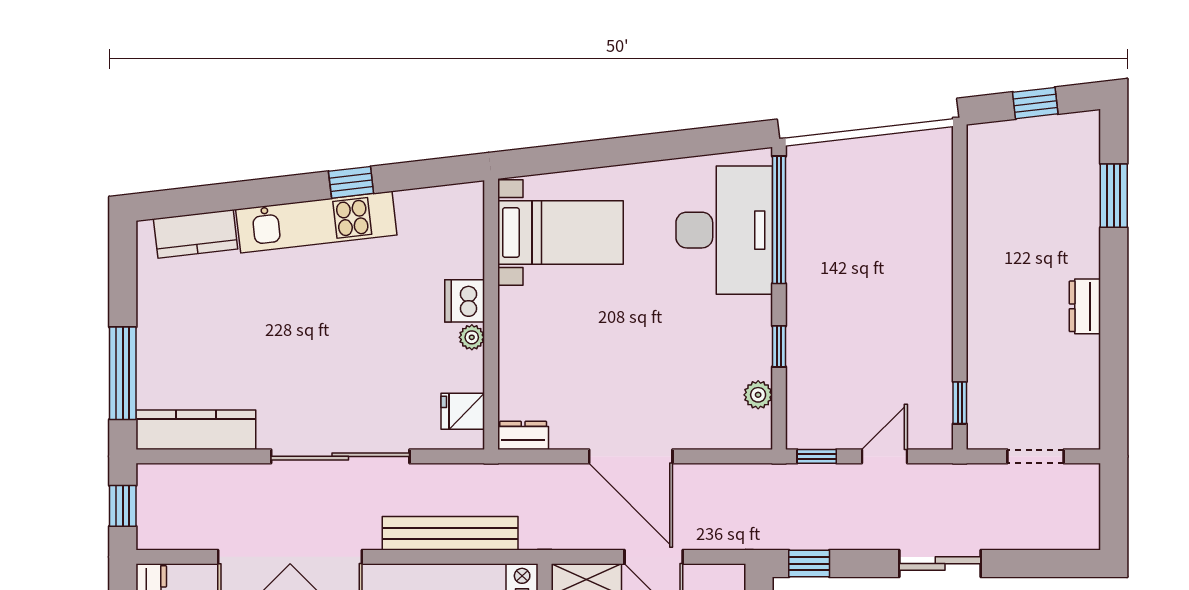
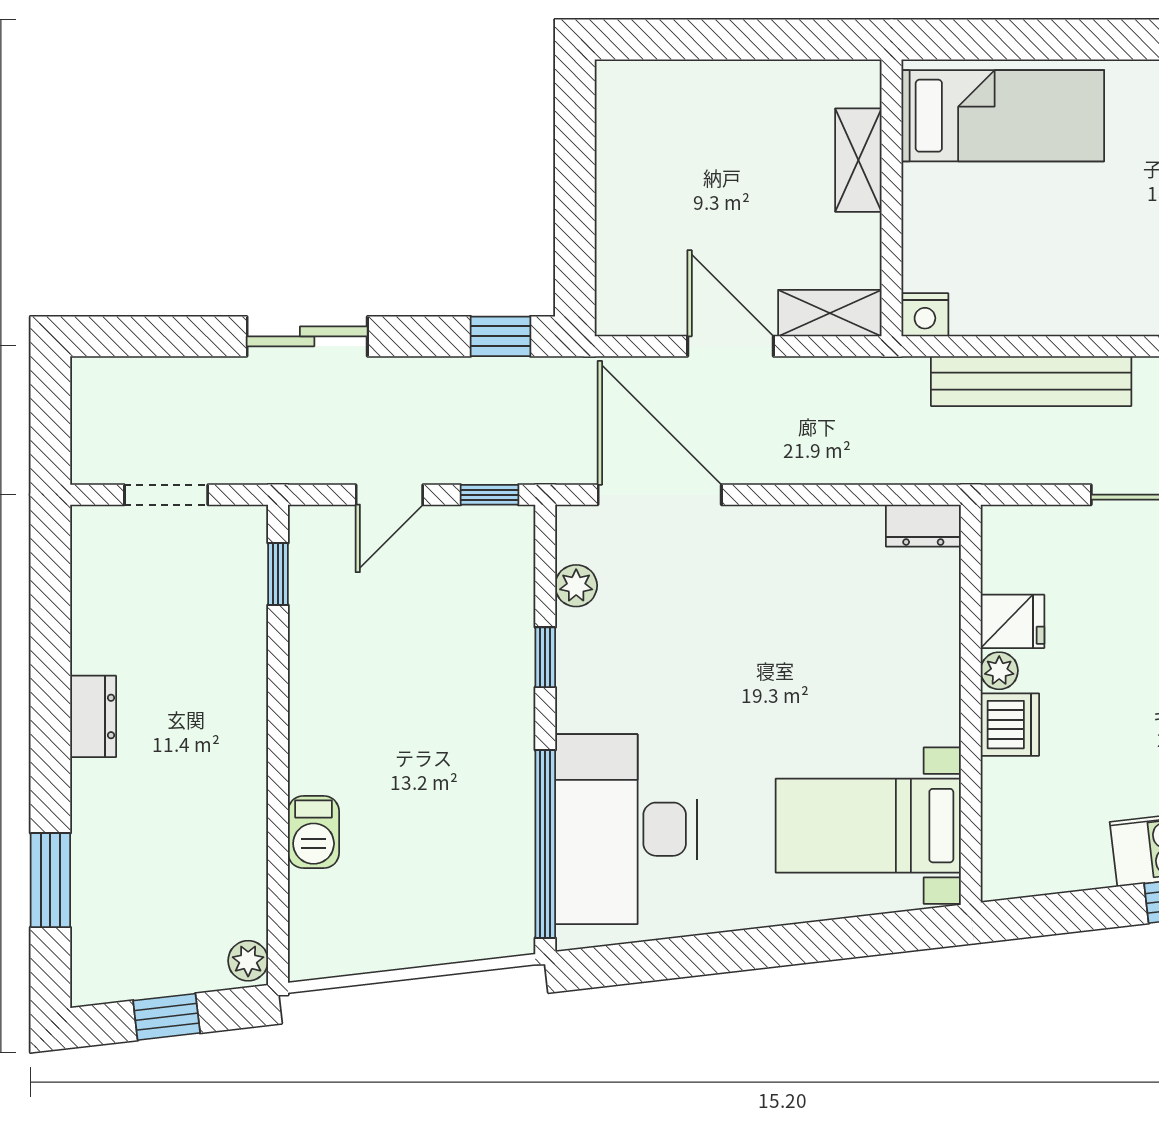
plant: (980, 141) -> (248, 961), added
barbecue: (936, 228) -> (314, 832), added
fridge: (463, 411) -> (1012, 621), moved
door: (631, 456) -> (660, 495), moved

